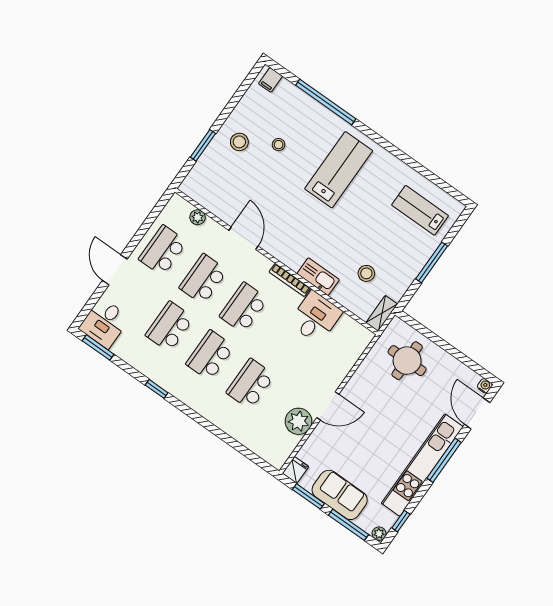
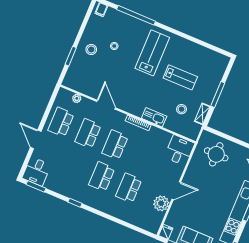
lab bench: (420, 210) -> (180, 77), moved, turned 180
shelving: (382, 313) -> (202, 114), moved
desk: (315, 317) -> (179, 150), moved
school desk: (170, 327) -> (75, 165), removed

